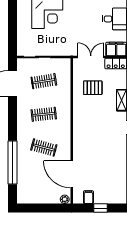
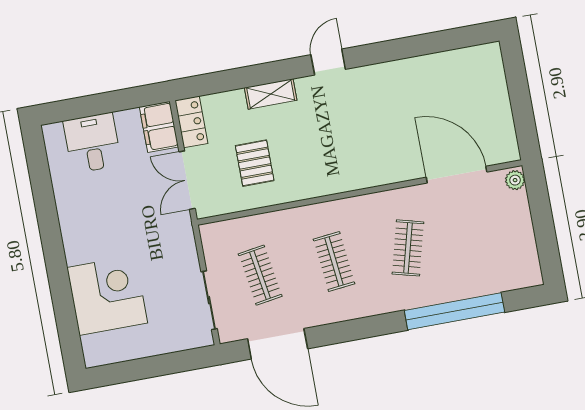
door: (72, 174) -> (457, 175), swing flipped
filing cabinet: (88, 197) -> (501, 128), removed
window: (100, 208) -> (520, 97), removed

